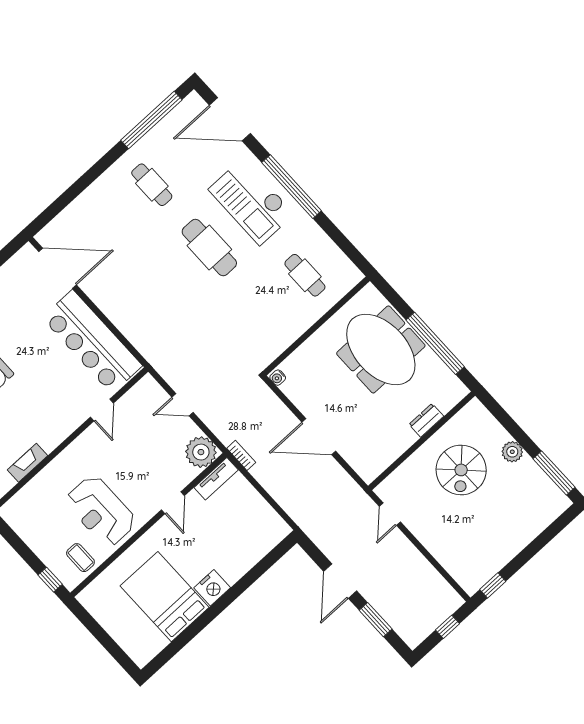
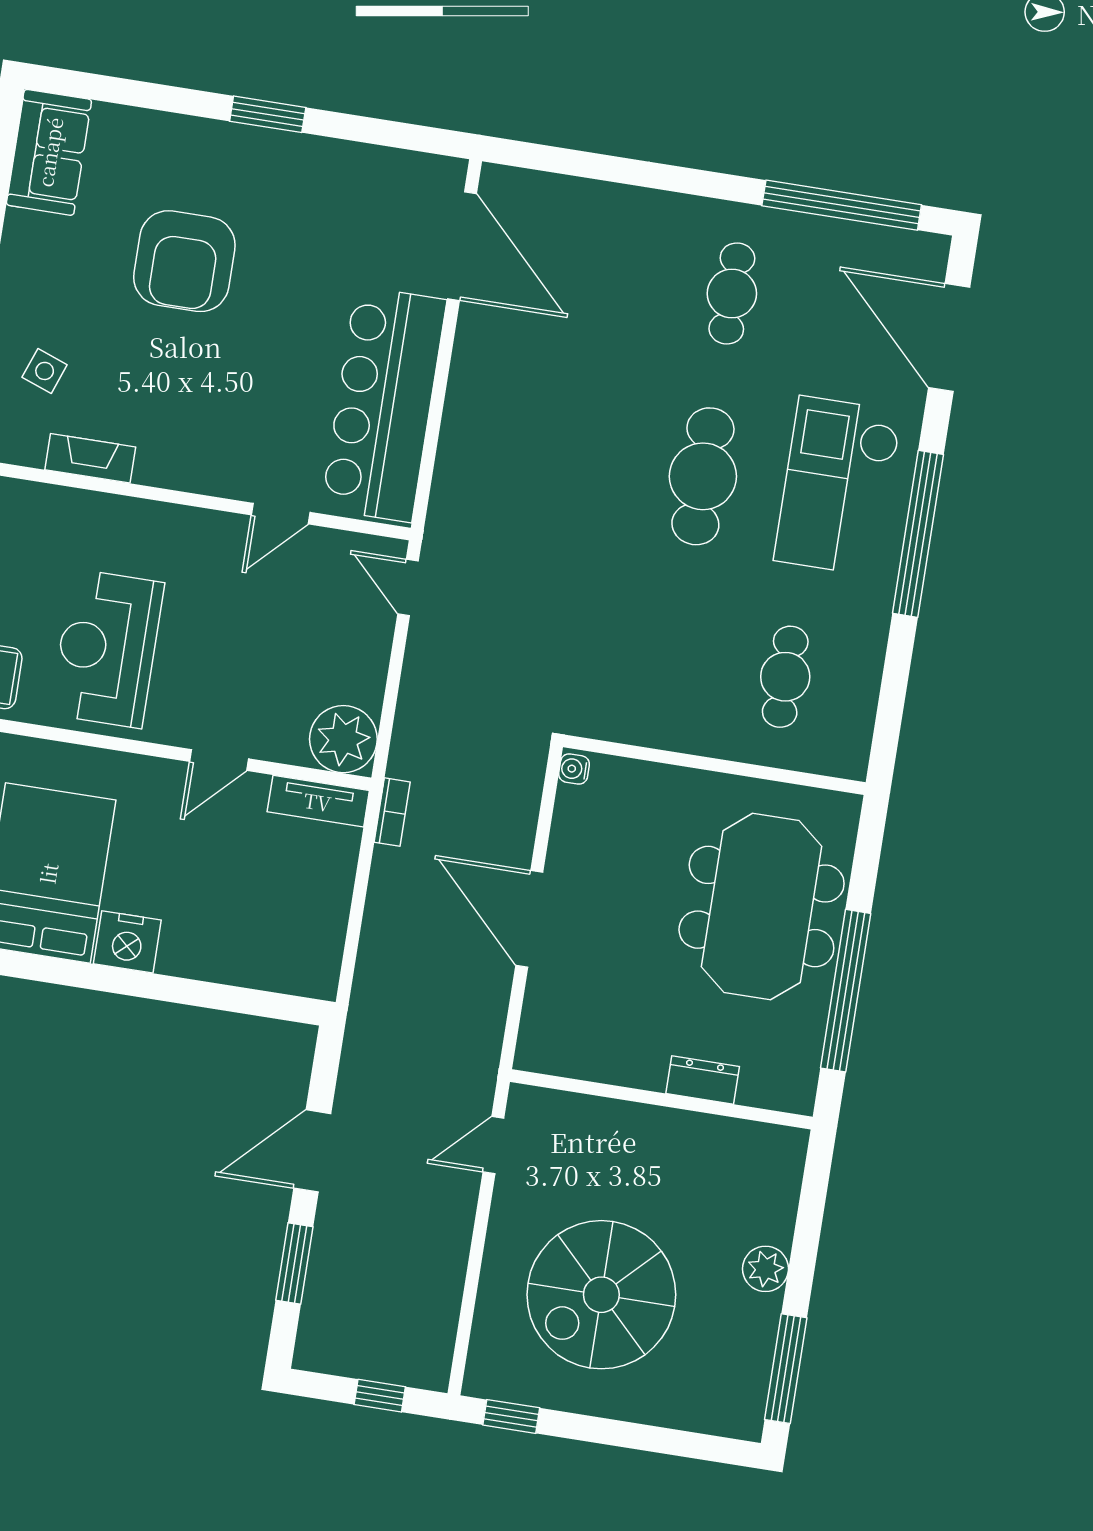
door: (183, 405) -> (408, 588), moved
spiral stairs: (461, 470) -> (601, 1295), moved, width x1.37, depth x1.37

